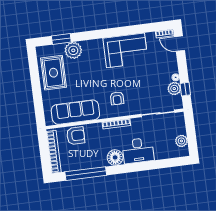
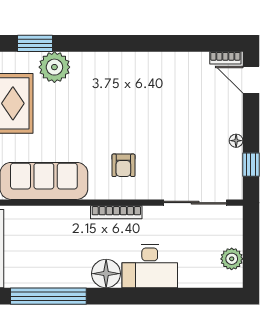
corner sofa: (125, 50) -> (150, 79), removed
plant: (174, 89) -> (231, 161), removed
armchair: (76, 136) -> (39, 224), removed

